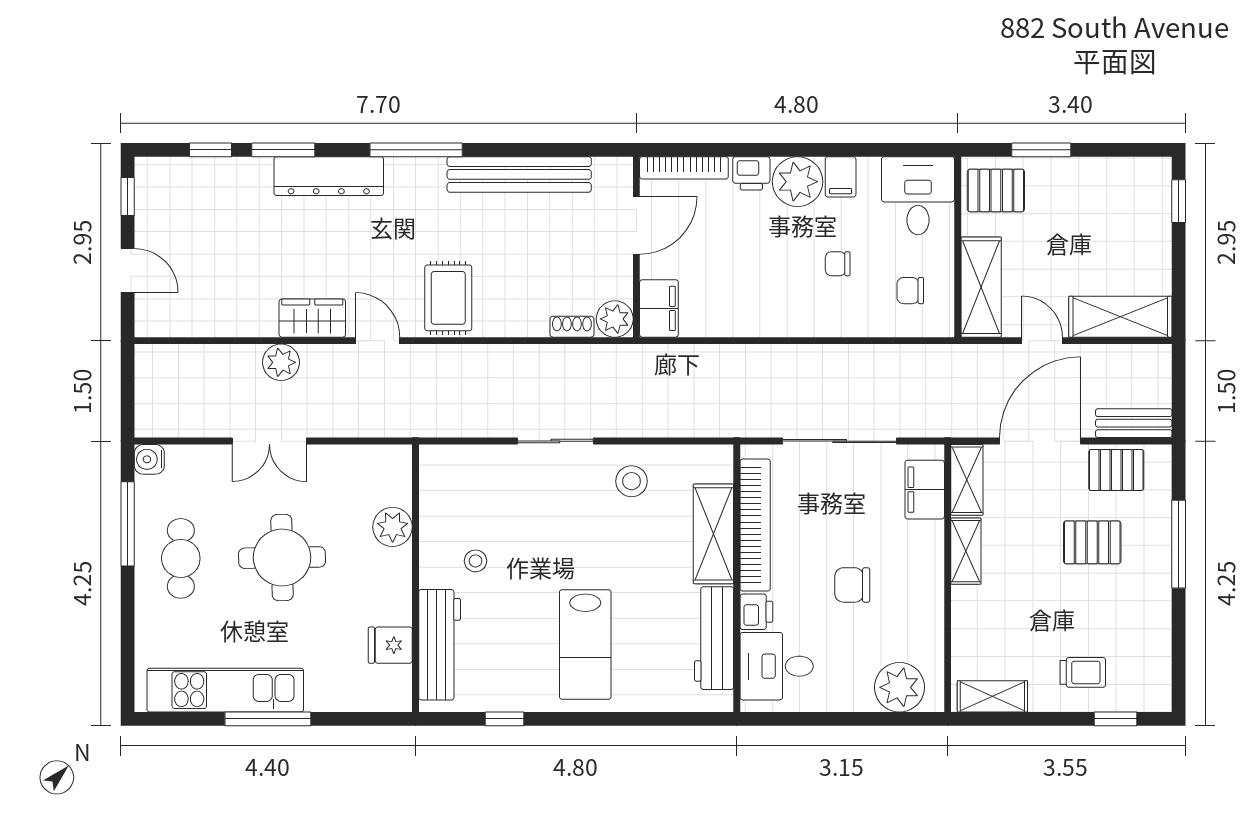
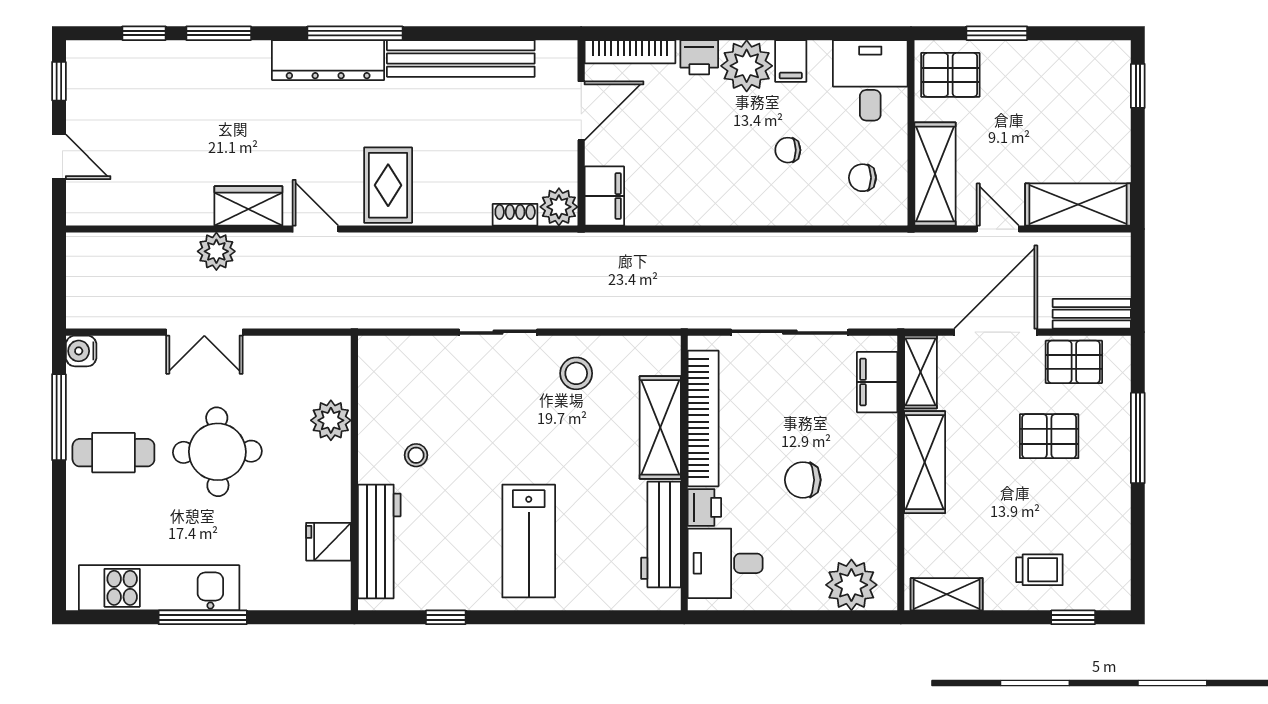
dresser: (329, 176) -> (328, 60), moved
shelving: (966, 551) -> (925, 462), width x1.50, depth x1.33
cafe table: (181, 558) -> (113, 453), turned 90

